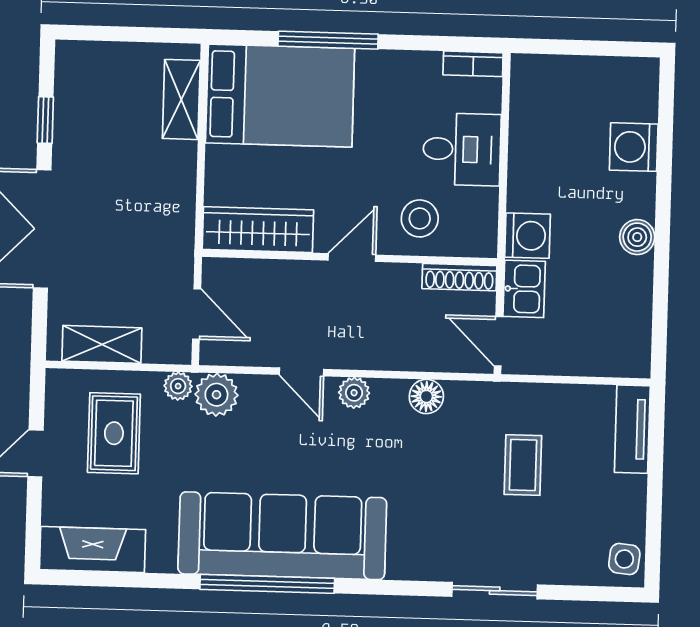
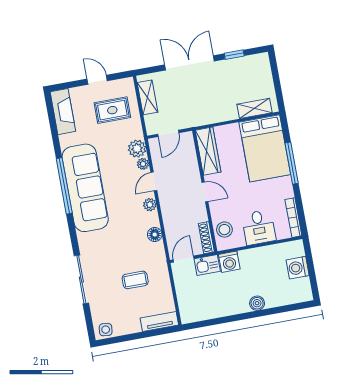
bookcase: (473, 64) -> (293, 218), width x1.56
washing machine: (634, 147) -> (298, 268), moved, turned -90
stool: (420, 218) -> (224, 230), moved
boiler: (637, 237) -> (257, 303), moved
plant: (178, 386) -> (143, 164), moved
sliding door: (495, 591) -> (81, 279), width x1.37

